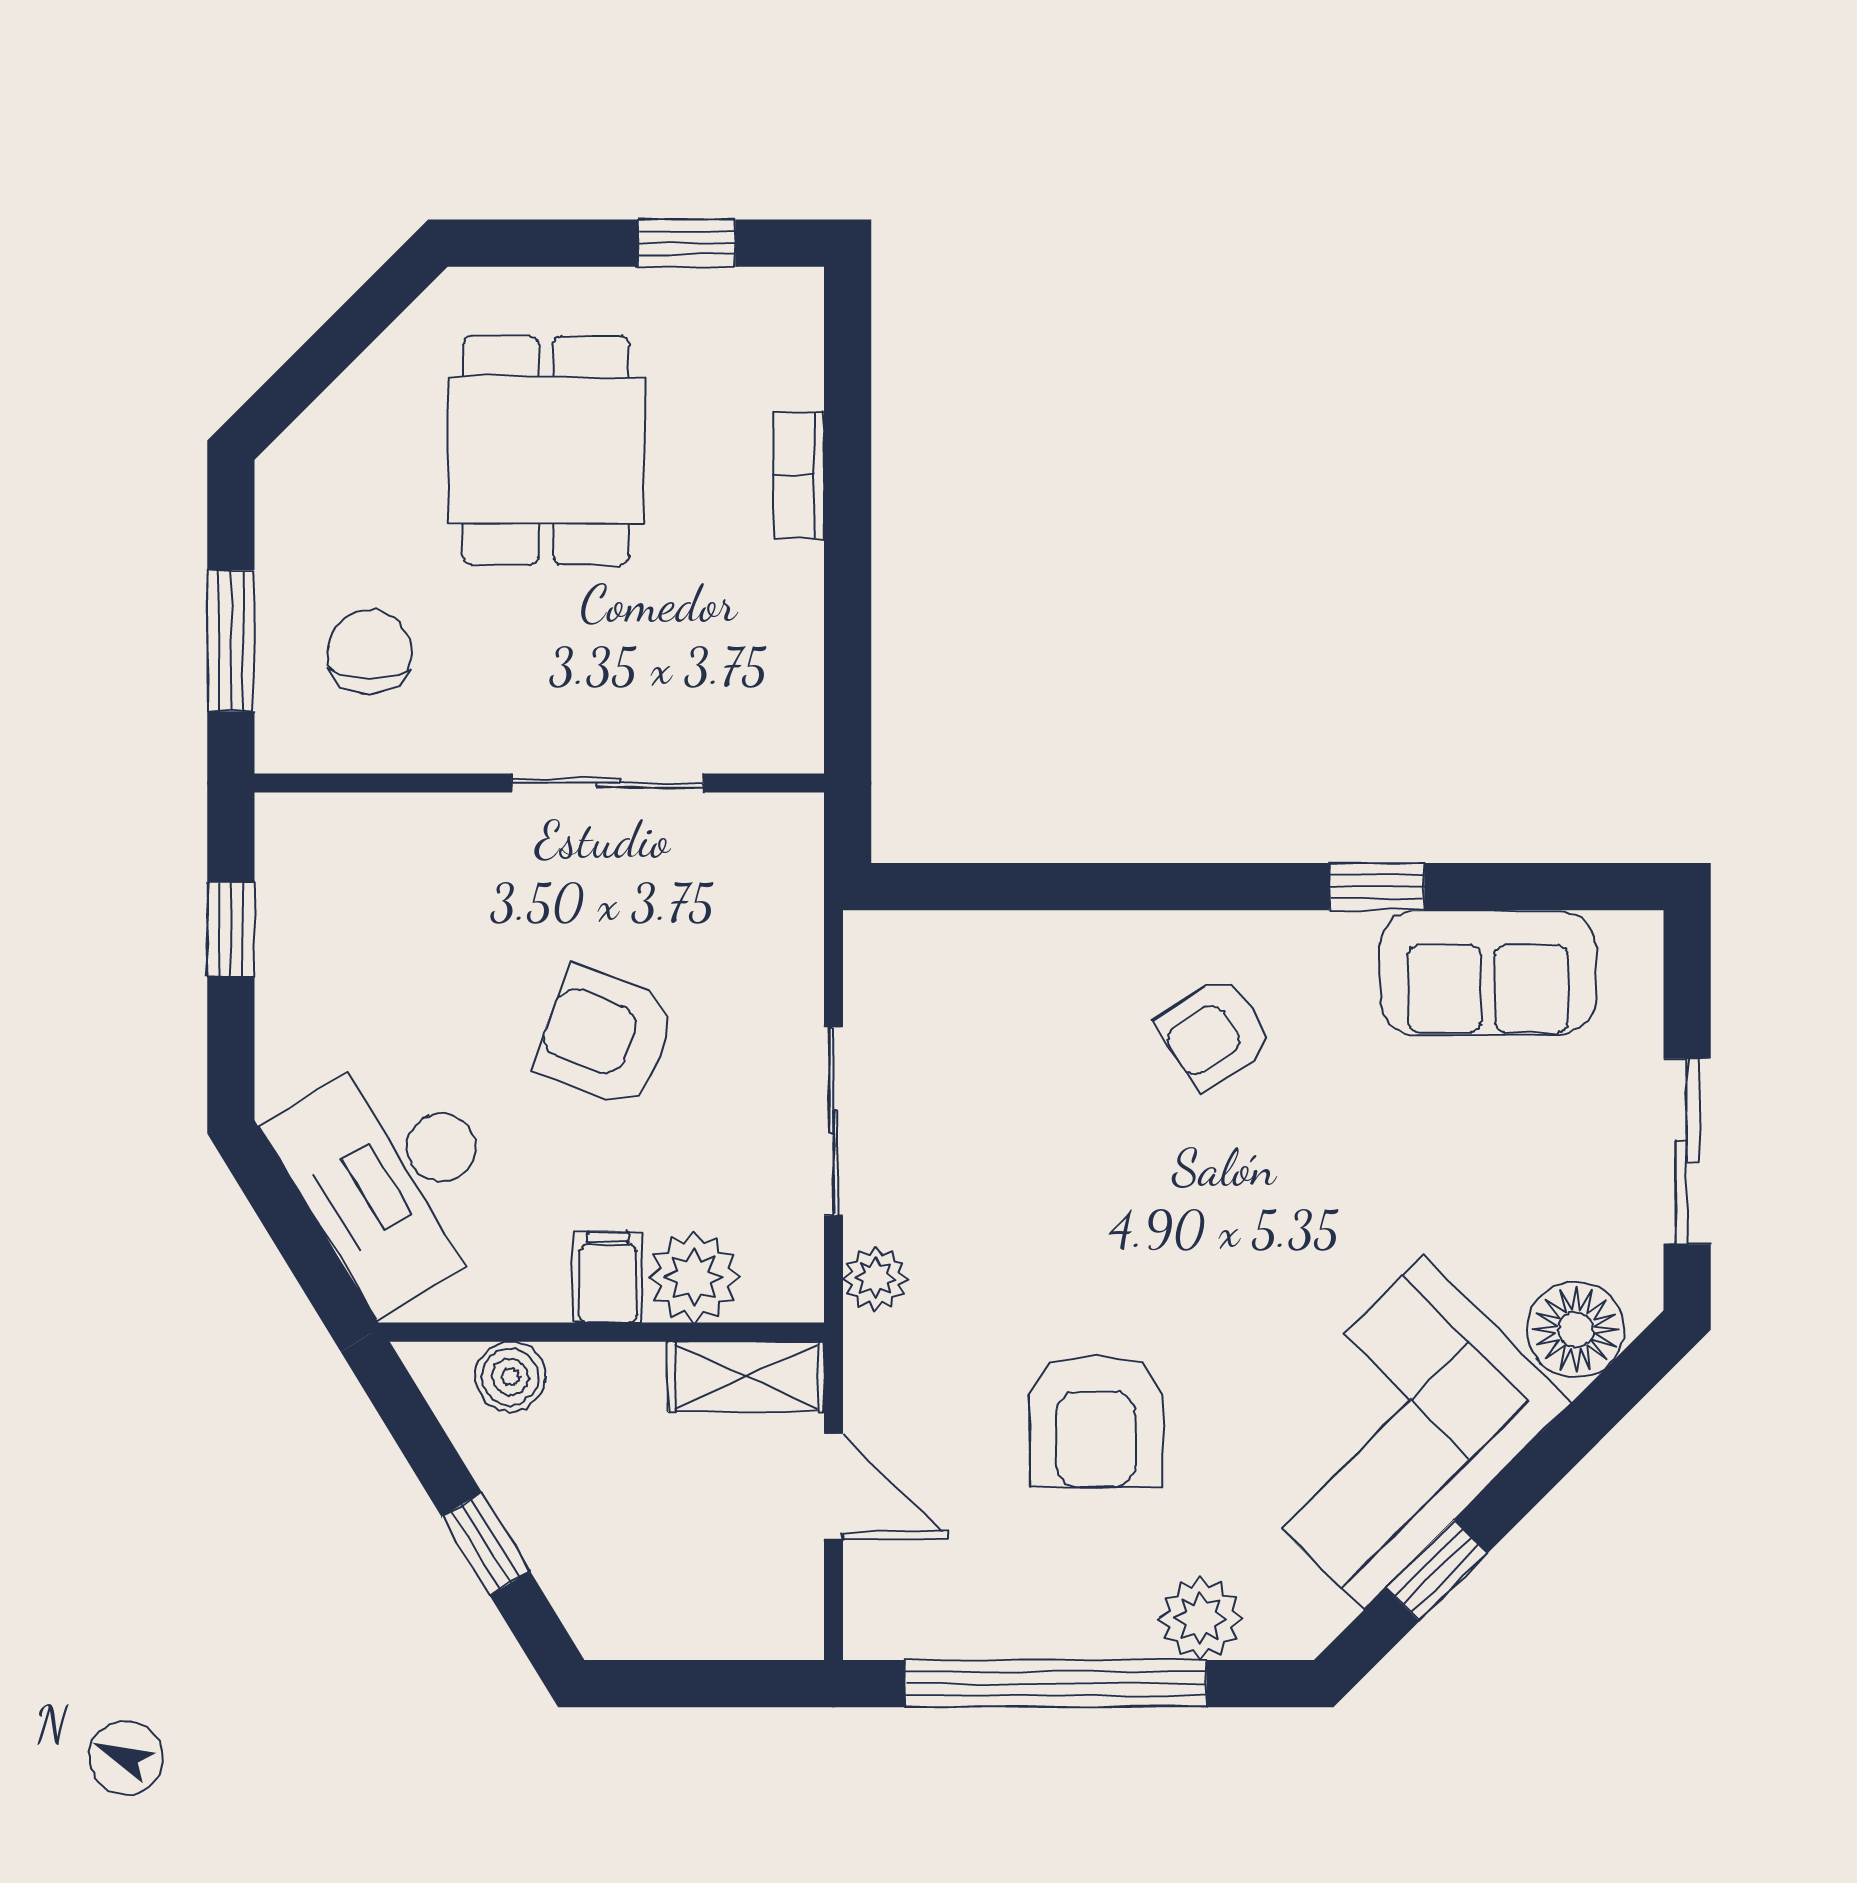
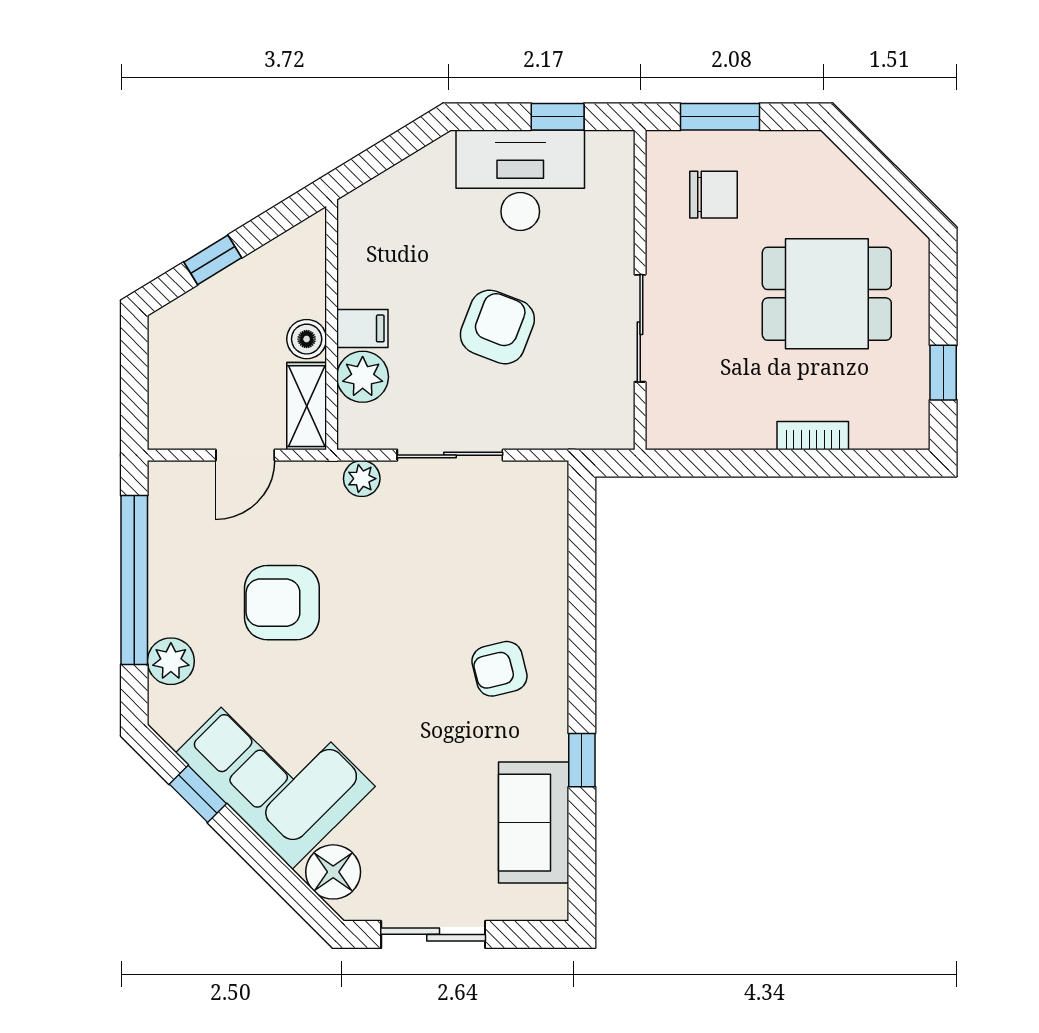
armchair: (1214, 1033) -> (499, 669), turned -71
desk: (394, 1177) -> (520, 180), moved, turned 31
boiler: (510, 1377) -> (307, 339), moved

